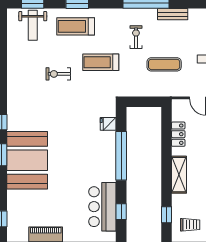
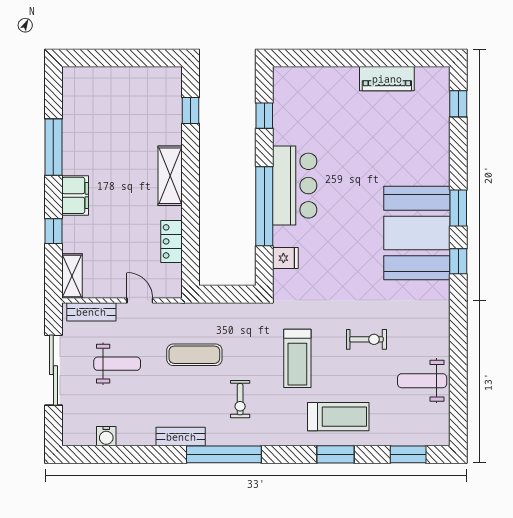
weight bench: (33, 25) -> (422, 381), moved, turned -90
treadmill: (101, 62) -> (297, 358), turned 90
booth: (27, 160) -> (417, 233), moved
bar counter: (102, 207) -> (295, 186), moved
trolley: (190, 225) -> (152, 94), removed

